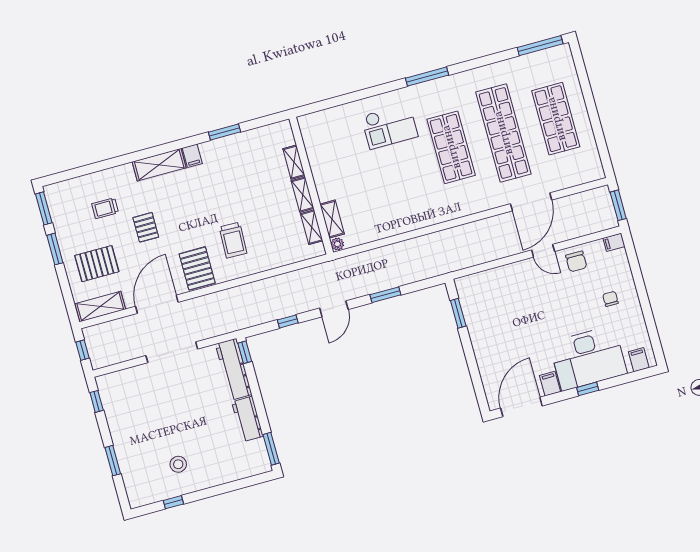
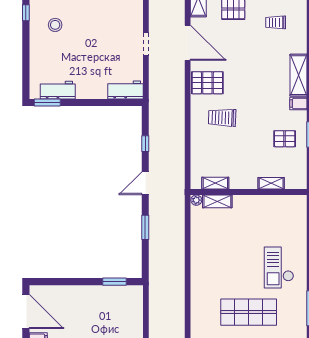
shelving: (303, 195) -> (243, 183), removed
trolley: (105, 208) -> (276, 22), turned -90
pallet: (146, 227) -> (285, 139), moved
door: (334, 309) -> (145, 183), hinge flipped
doorway: (172, 352) -> (146, 44), width x0.53
window: (245, 352) -> (130, 102), removed
workbench: (234, 369) -> (125, 90), width x0.73
workbench: (247, 419) -> (58, 90), moved

